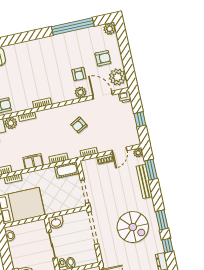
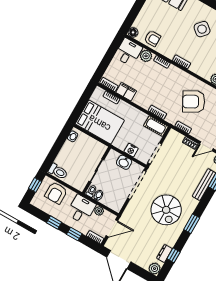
side table: (35, 64) -> (202, 29), added
armchair: (79, 125) -> (194, 102), width x1.88, depth x1.88
filing cabinet: (33, 161) -> (126, 92), moved
nightstand: (65, 206) -> (131, 150), added
washbasin: (56, 222) -> (124, 162), moved
window: (167, 246) -> (174, 255), moved

